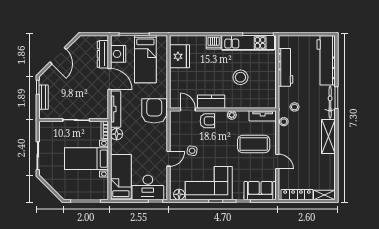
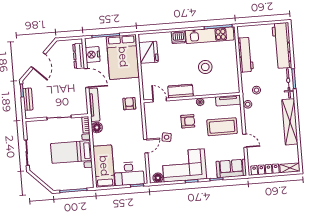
bed: (145, 59) -> (123, 57), width x1.50
armchair: (154, 111) -> (129, 104), width x0.53, depth x0.53
armchair: (207, 121) -> (188, 121), moved
shelving: (328, 137) -> (290, 122), width x1.47

